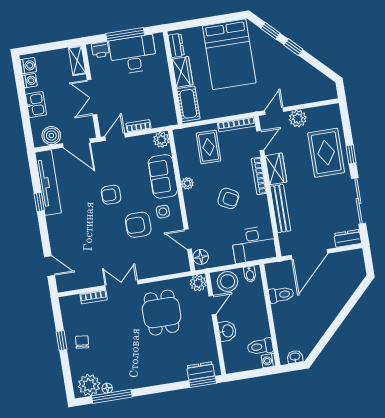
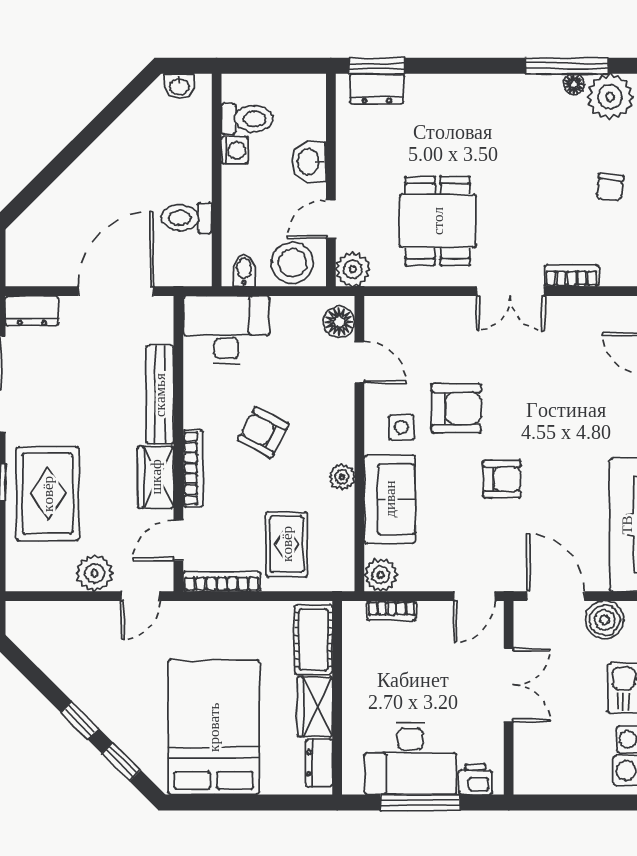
shelving: (77, 61) -> (527, 765), removed
bookcase: (138, 126) -> (392, 611), moved
washing machine: (268, 361) -> (235, 150), moved

